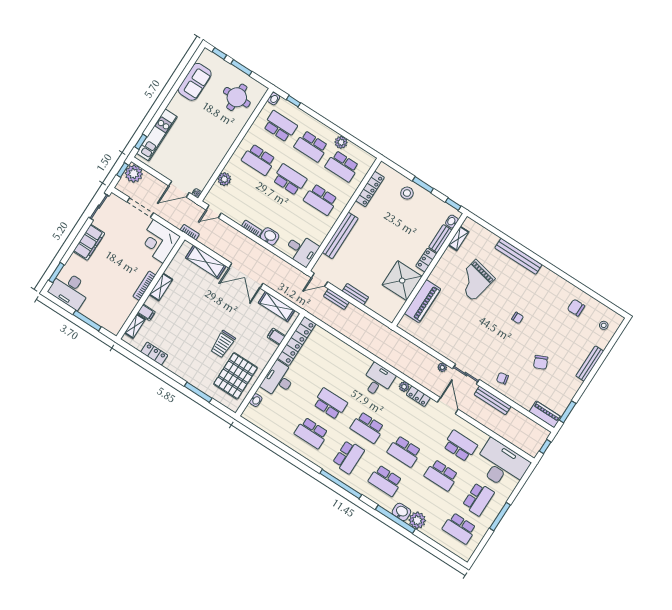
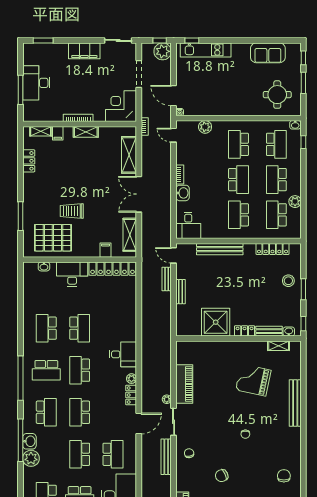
desk: (70, 290) -> (36, 83), moved
piano: (423, 301) -> (184, 384), moved, turned -90
school desk: (385, 481) -> (46, 412), turned 180

